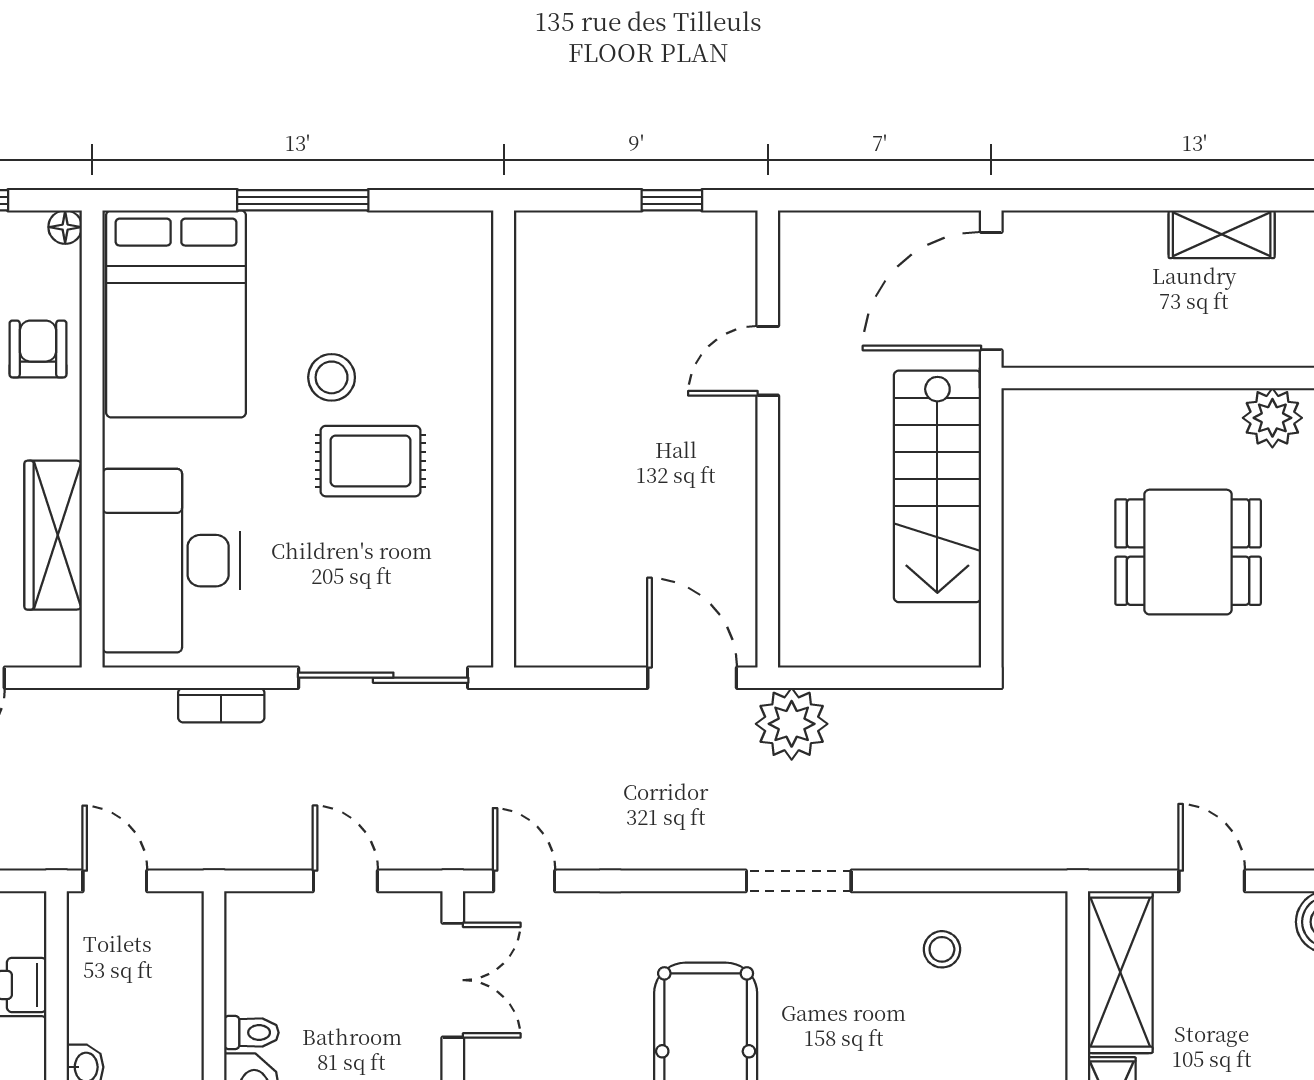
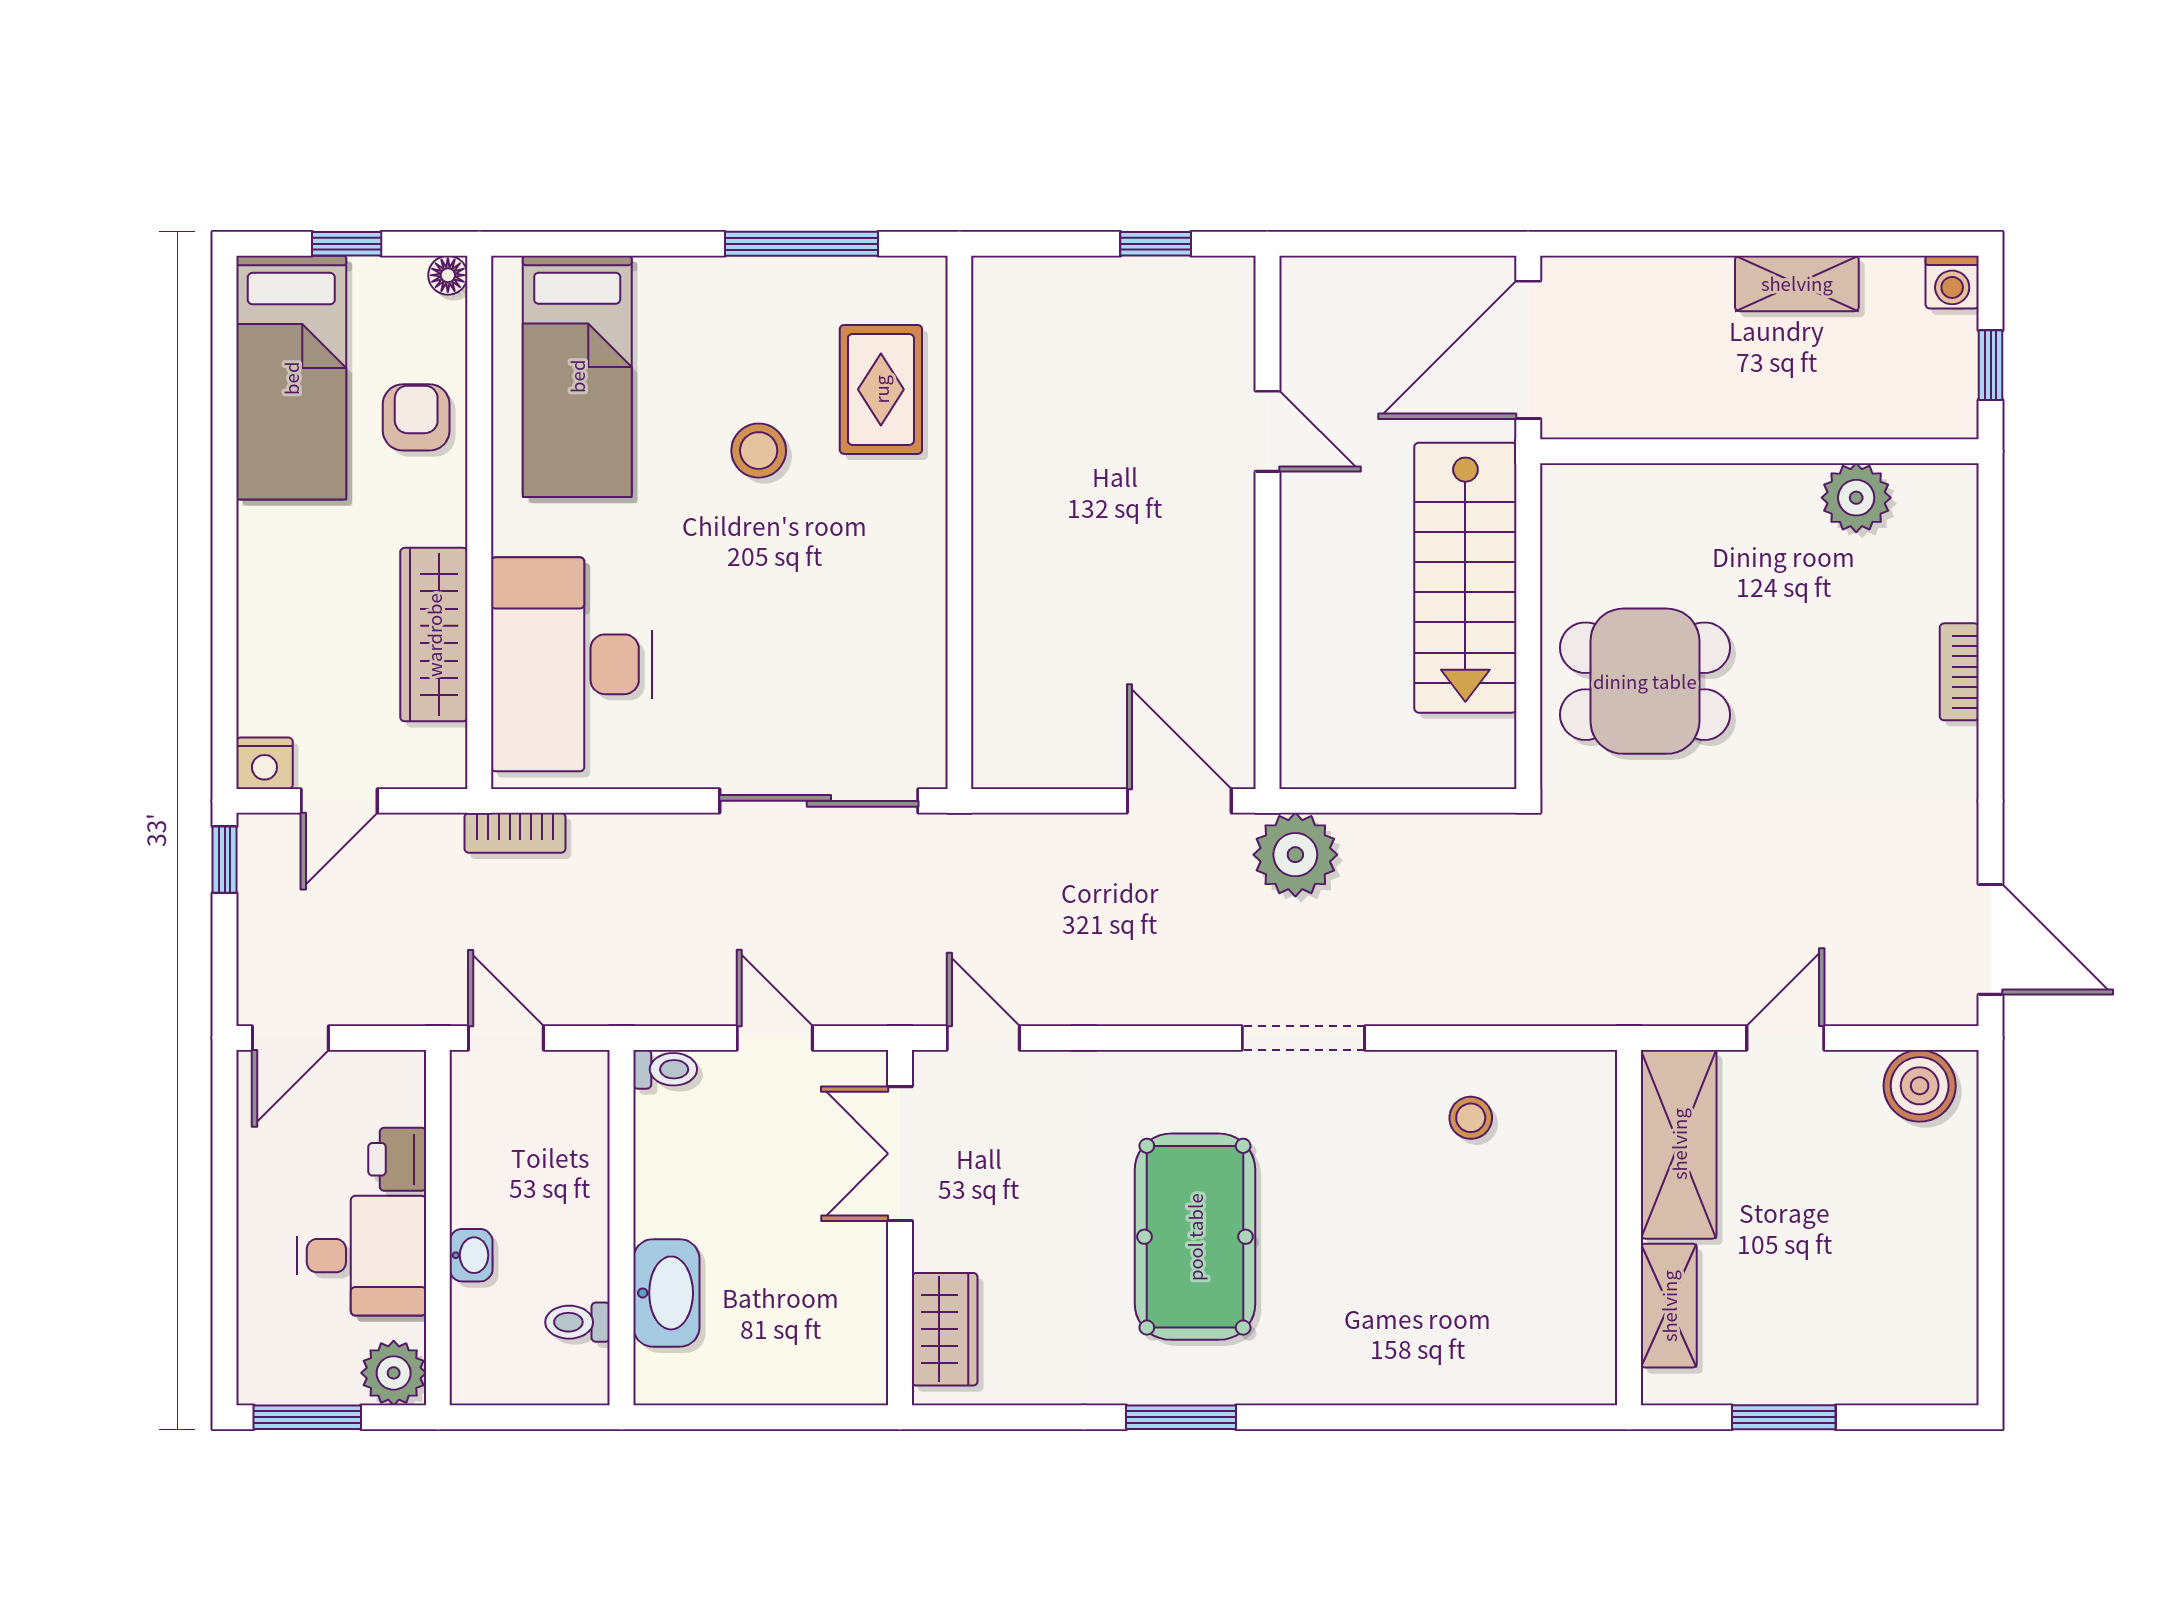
window: (303, 200) -> (802, 244), moved
bed: (176, 314) -> (577, 376), width x0.67
door: (768, 361) -> (1268, 431), swing flipped
rug: (370, 461) -> (881, 389), moved, turned 90
dining table: (1188, 552) -> (1645, 681), moved
bookcase: (221, 705) -> (515, 833), moved
door: (1212, 881) -> (1785, 1038), hinge flipped
double door: (453, 980) -> (900, 1154), swing flipped
toilet: (251, 1033) -> (665, 1069), moved

